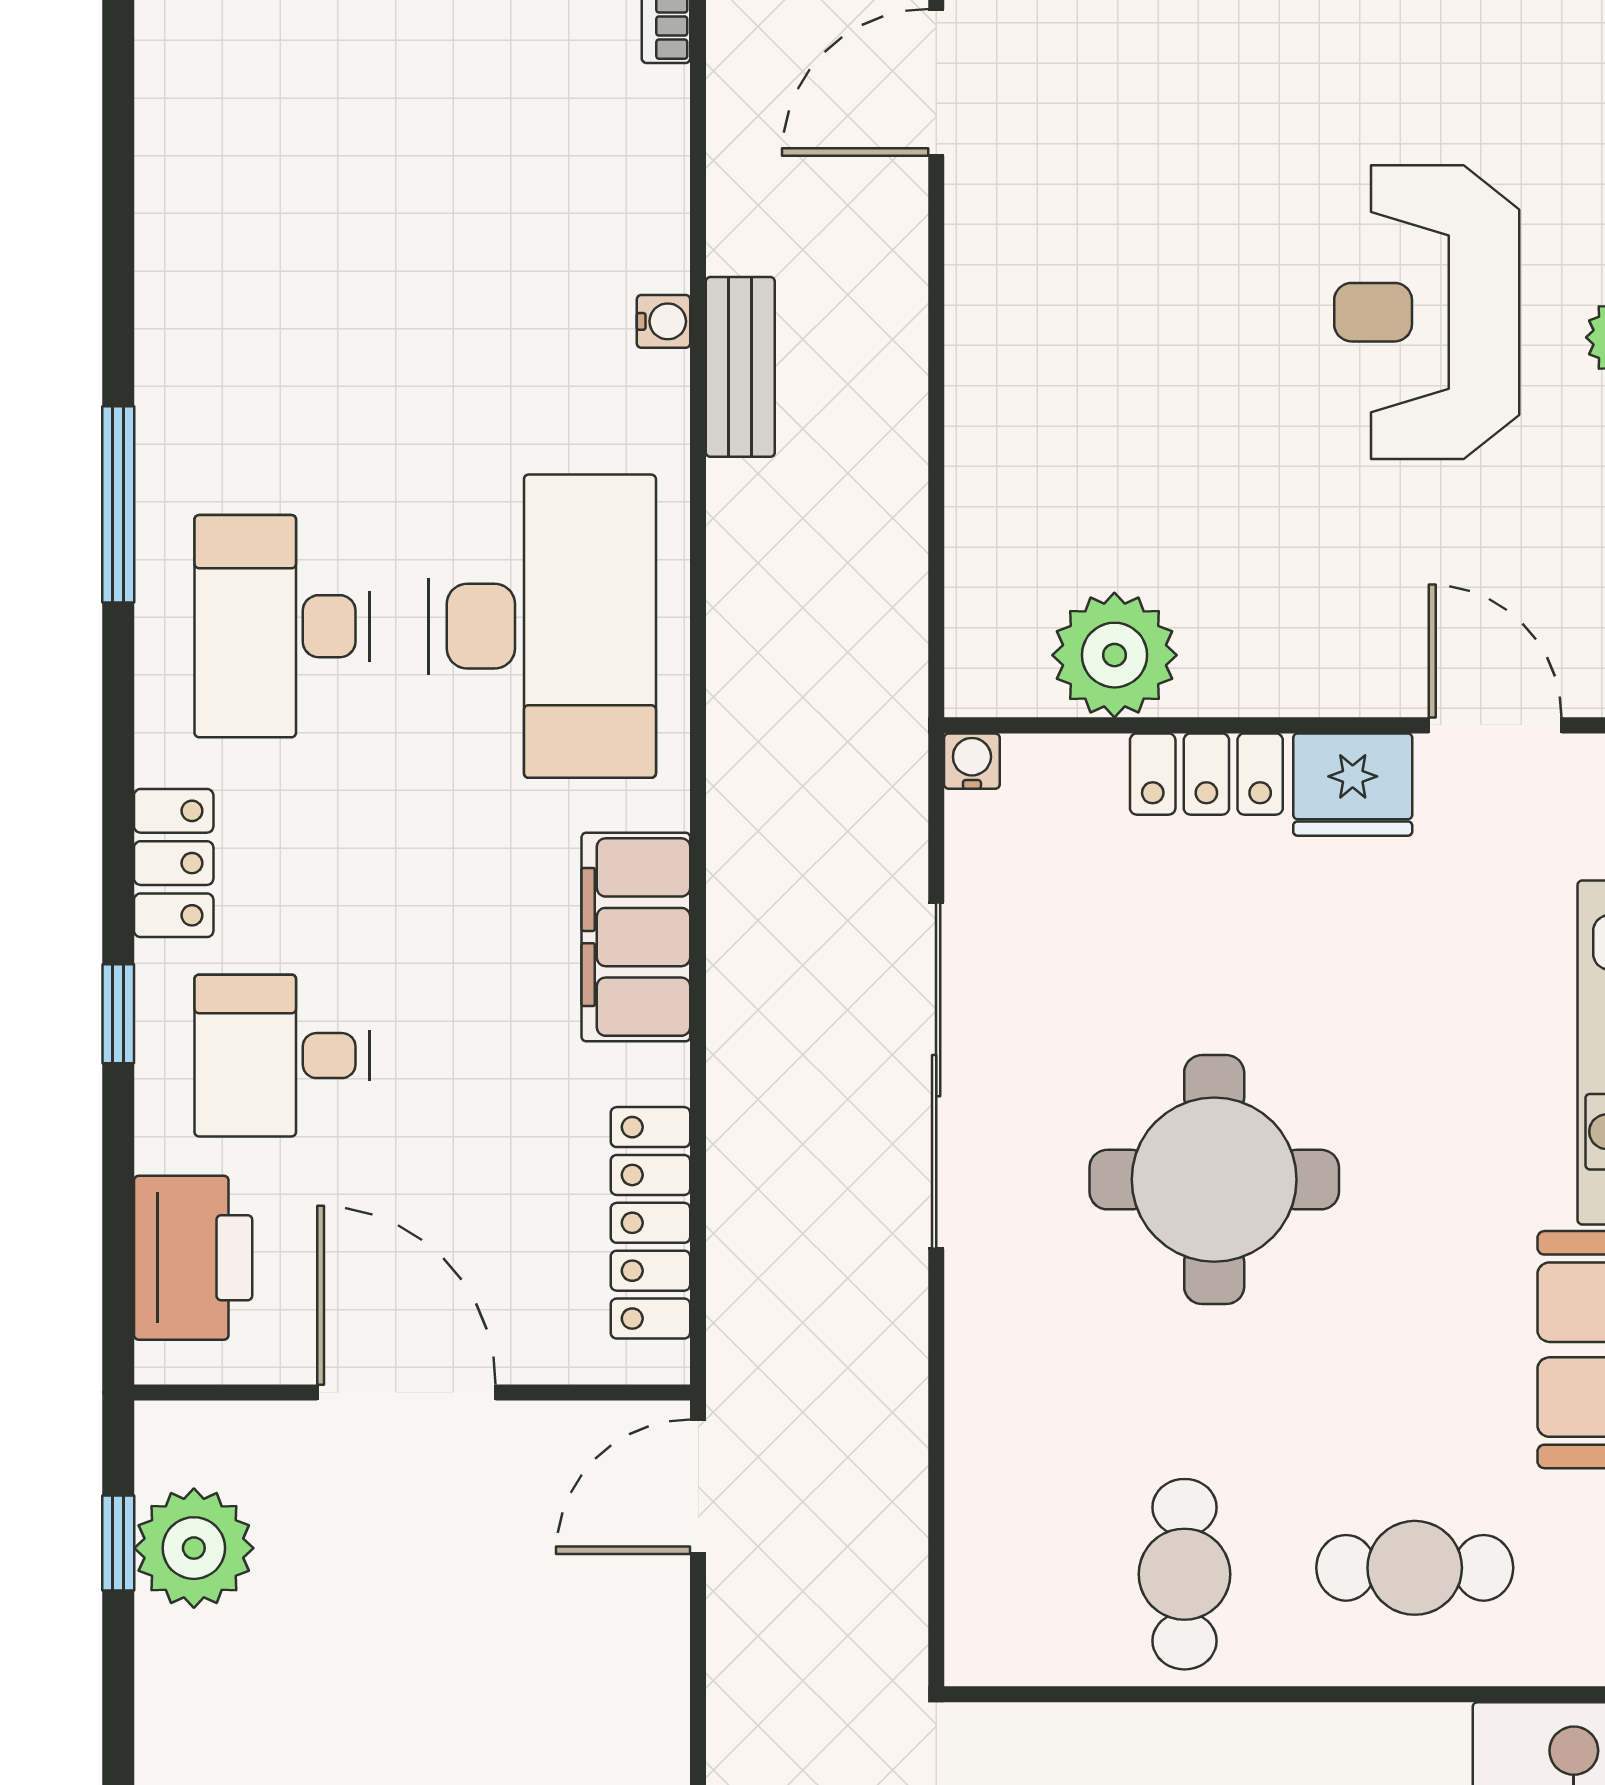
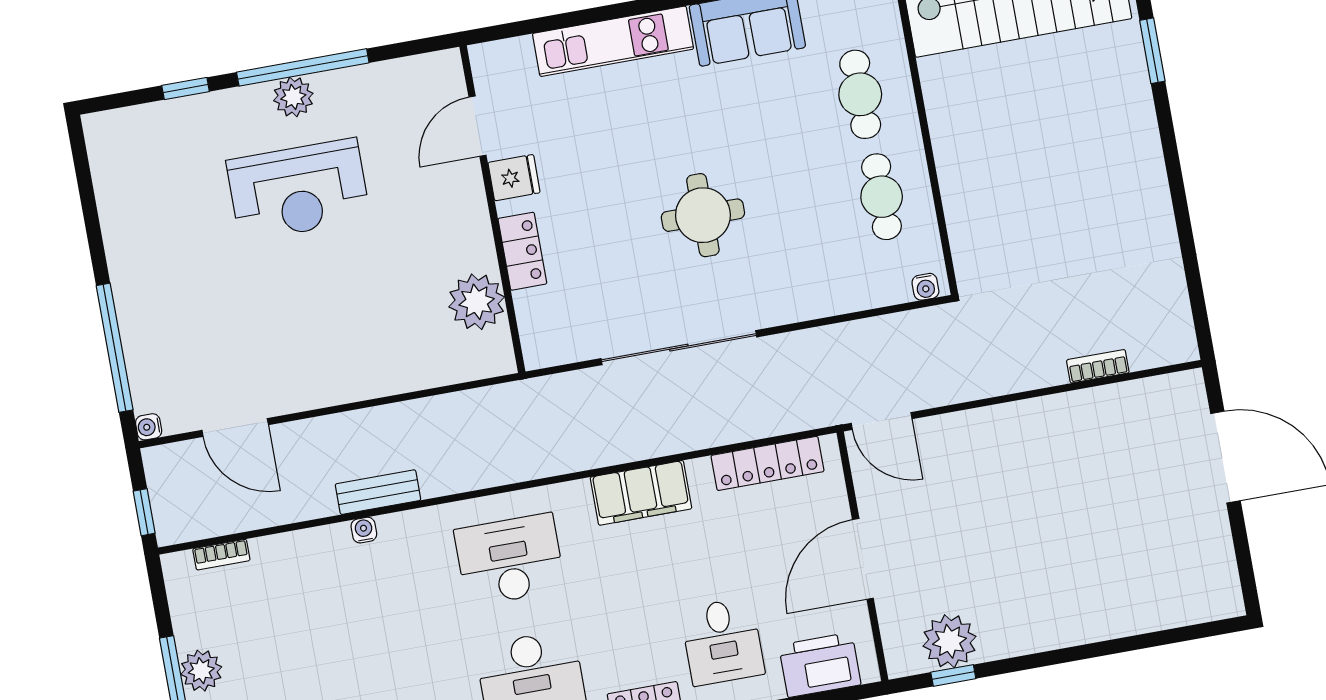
desk: (542, 626) -> (510, 560), width x0.73, depth x0.77
water cooler: (972, 761) -> (925, 287), moved, turned -90
fridge: (1353, 785) -> (514, 178), width x0.72
round table: (1214, 1180) -> (703, 215), width x0.73, depth x0.73
cafe table: (1185, 1574) -> (882, 197), turned 90

